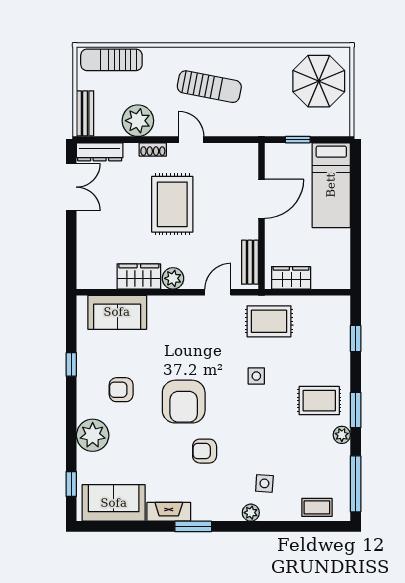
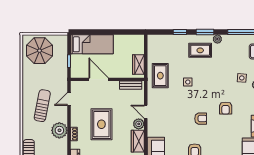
plant: (138, 121) -> (59, 130), moved
door: (191, 140) -> (69, 99), moved
rug: (172, 204) -> (101, 124), turned 90
door: (218, 292) -> (146, 112), moved
window: (356, 339) -> (180, 32), moved
rug: (319, 401) -> (200, 50), turned 90
armchair: (184, 402) -> (201, 119), width x0.53, depth x0.53

